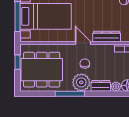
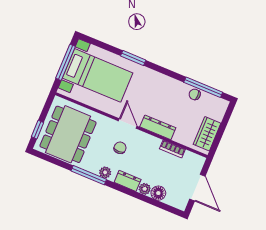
window: (17, 62) -> (38, 130), moved
dining table: (42, 70) -> (68, 134), turned 90
plant: (81, 82) -> (105, 172), width x0.53, depth x0.53

